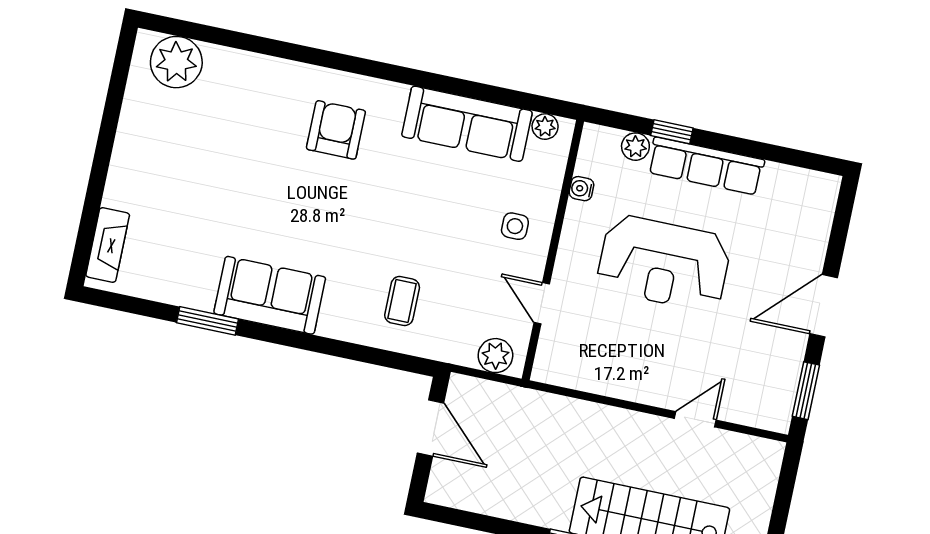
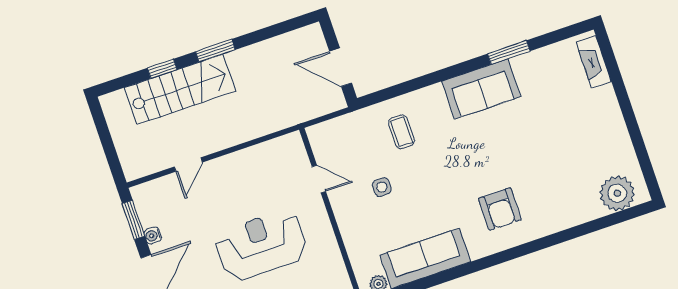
water cooler: (581, 189) -> (153, 235), moved, turned 180
side table: (515, 226) -> (382, 187), moved
plant: (495, 356) -> (328, 132), removed

